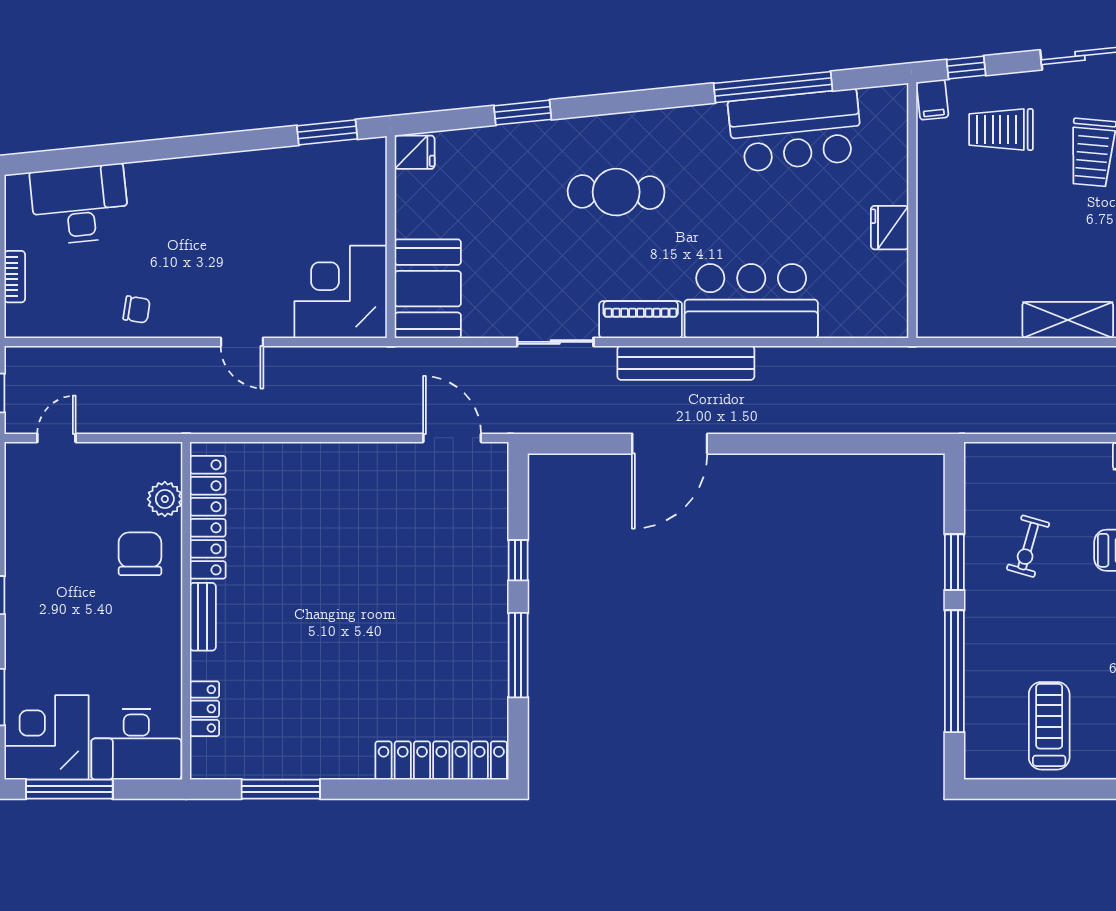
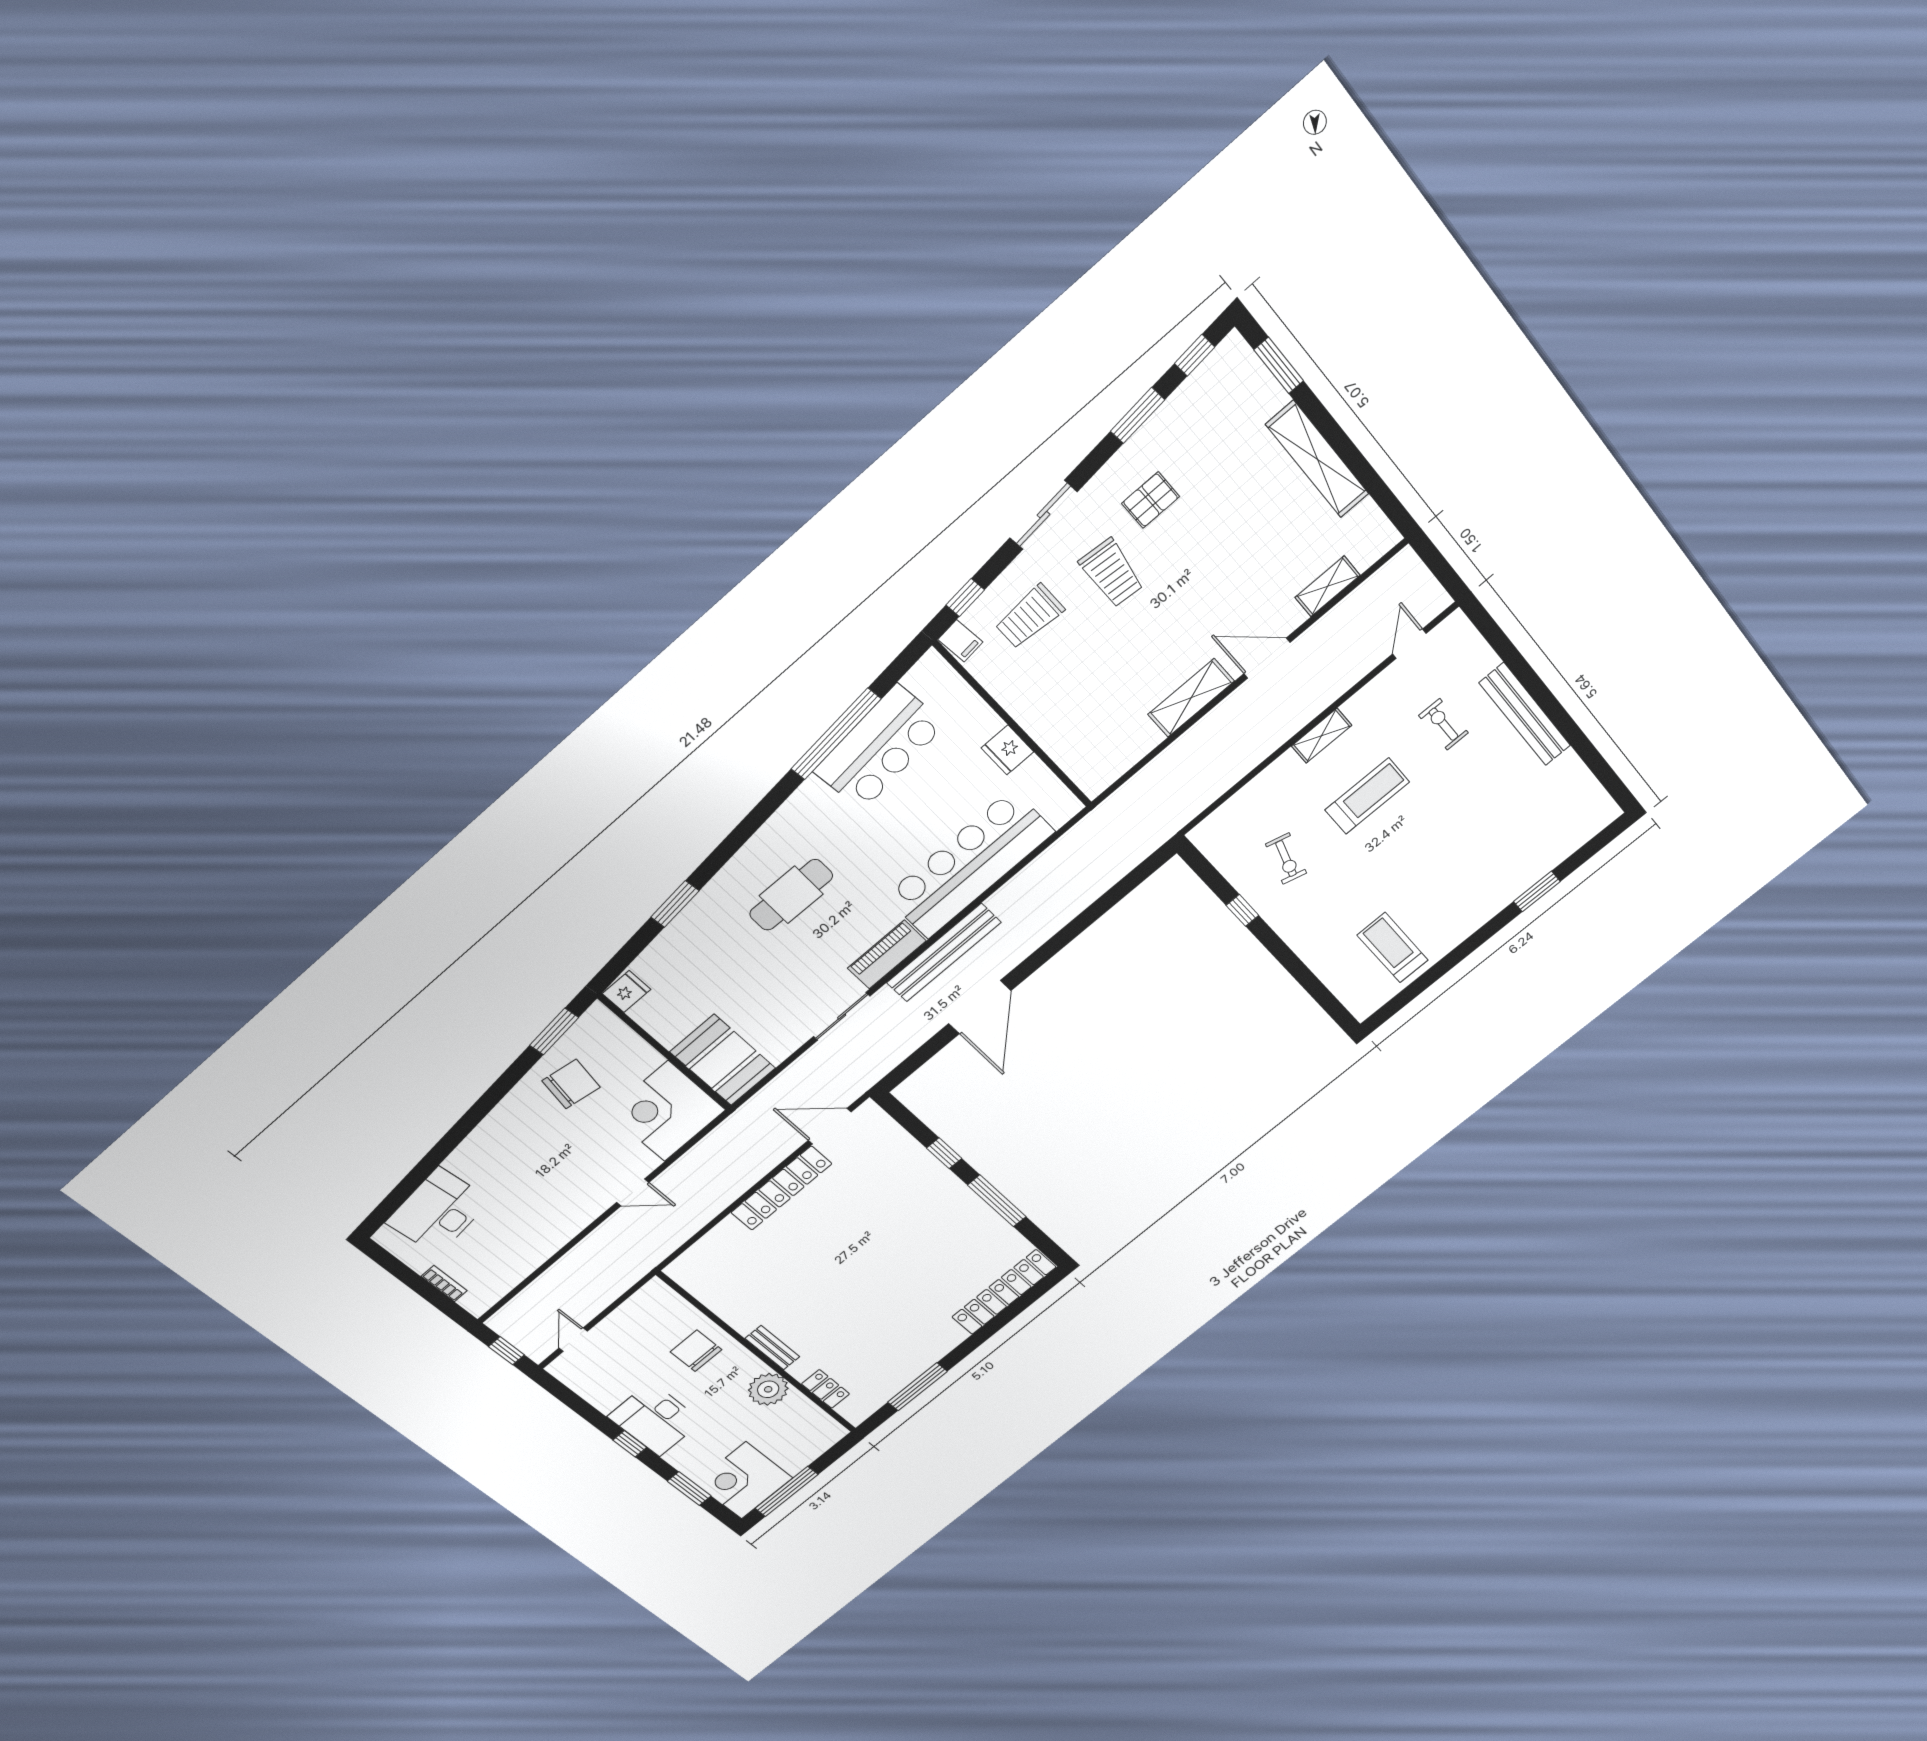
bar counter: (751, 301) -> (970, 864), width x1.36
chair: (137, 309) -> (571, 1084), moved, width x1.87, depth x1.87
plant: (165, 499) -> (768, 1389), moved, width x1.36, depth x1.36
locker: (208, 517) -> (781, 1188), moved, turned 90
window: (954, 562) -> (1242, 910), width x0.67
window: (954, 671) -> (1299, 971), removed
desk: (136, 744) -> (655, 1419), moved, turned 90

